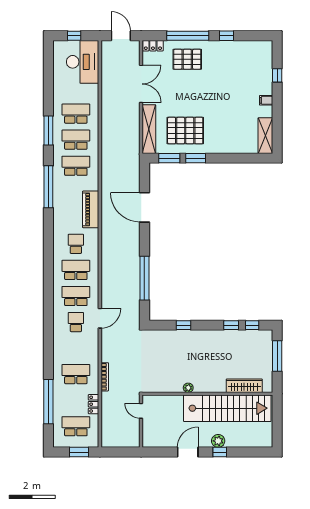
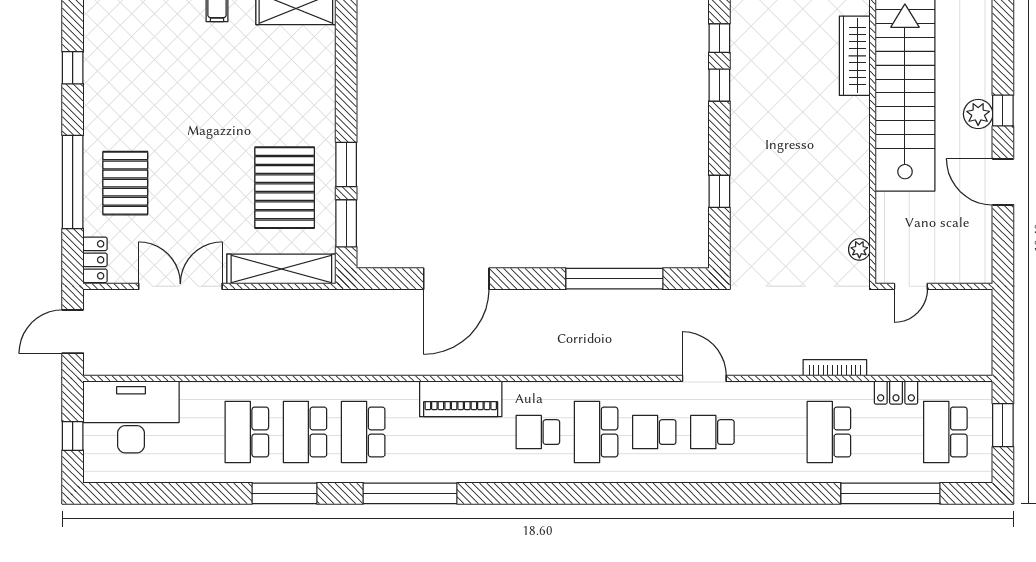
window: (226, 36) -> (73, 68), moved
school desk: (76, 296) -> (654, 432), width x0.54
plant: (188, 388) -> (859, 249), moved

